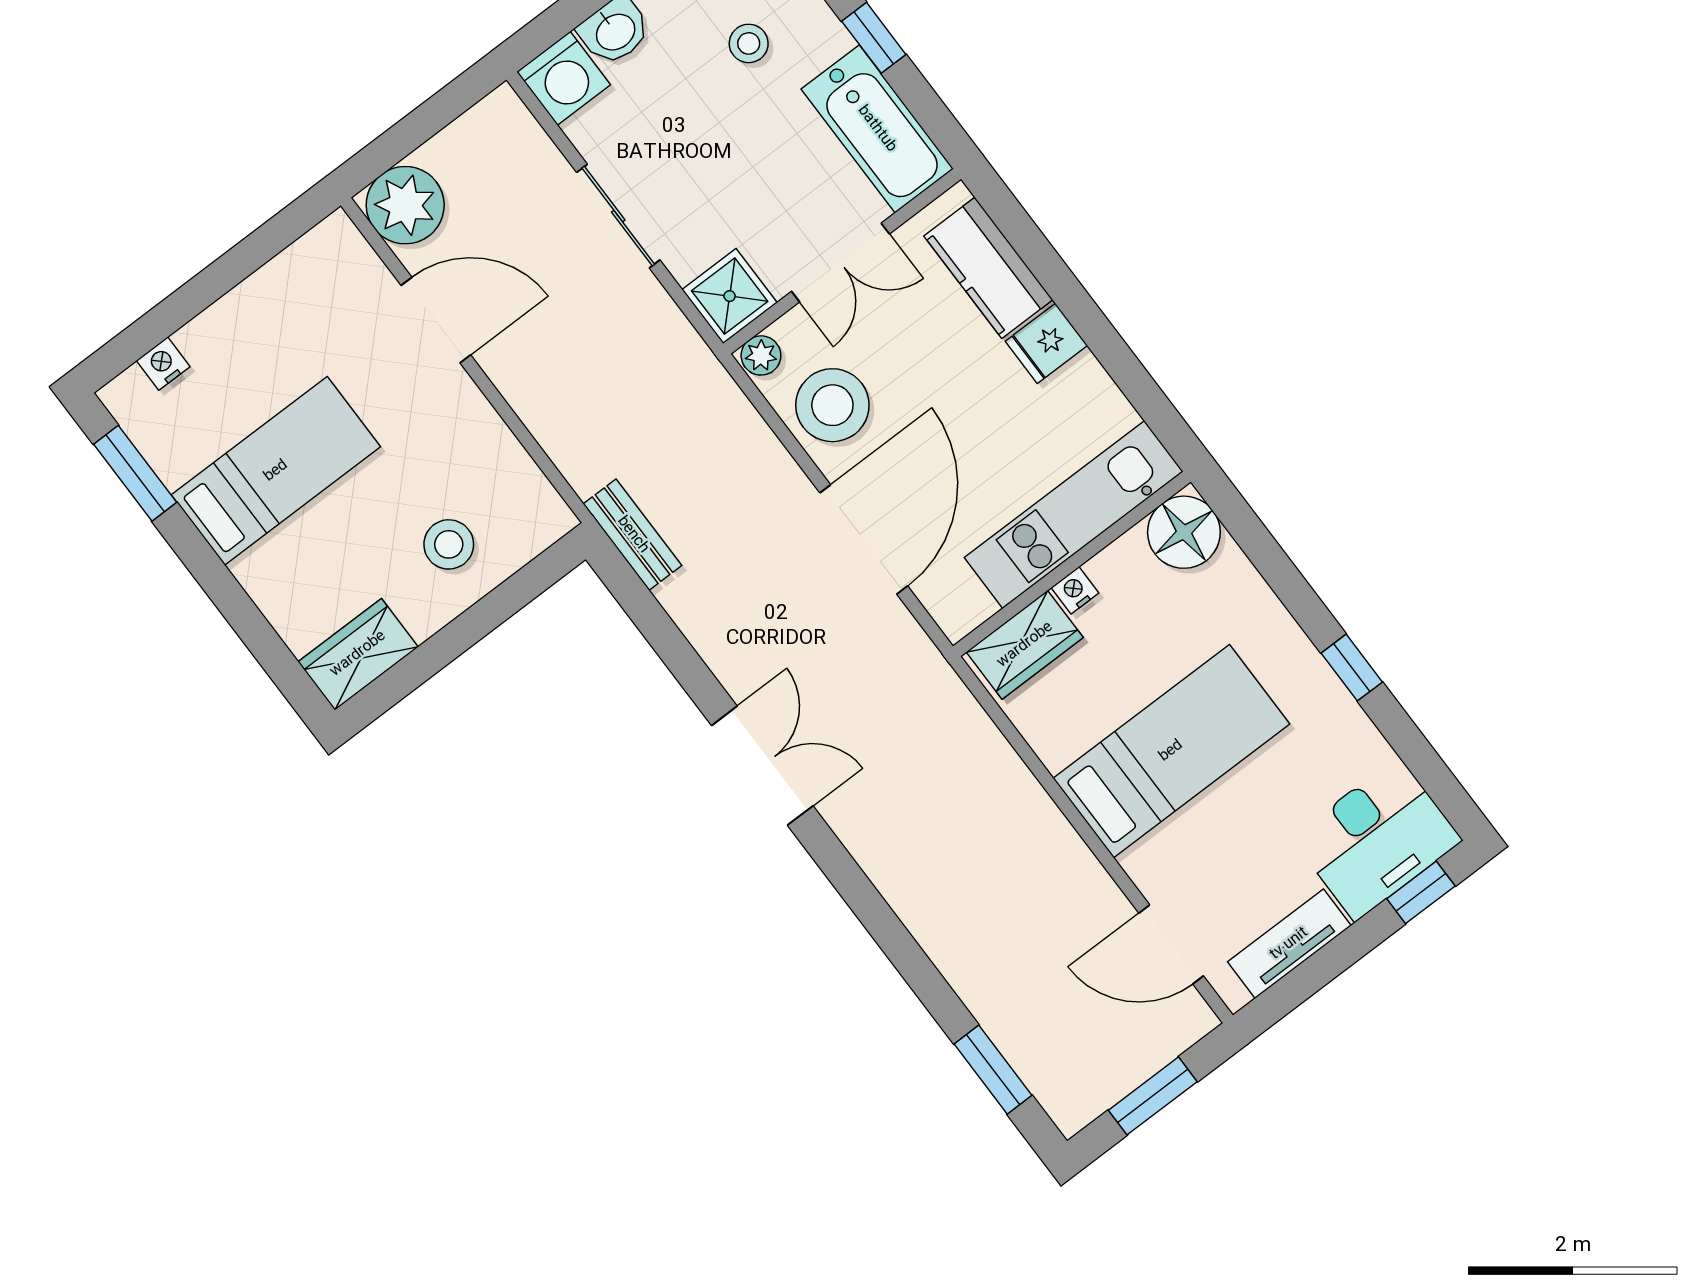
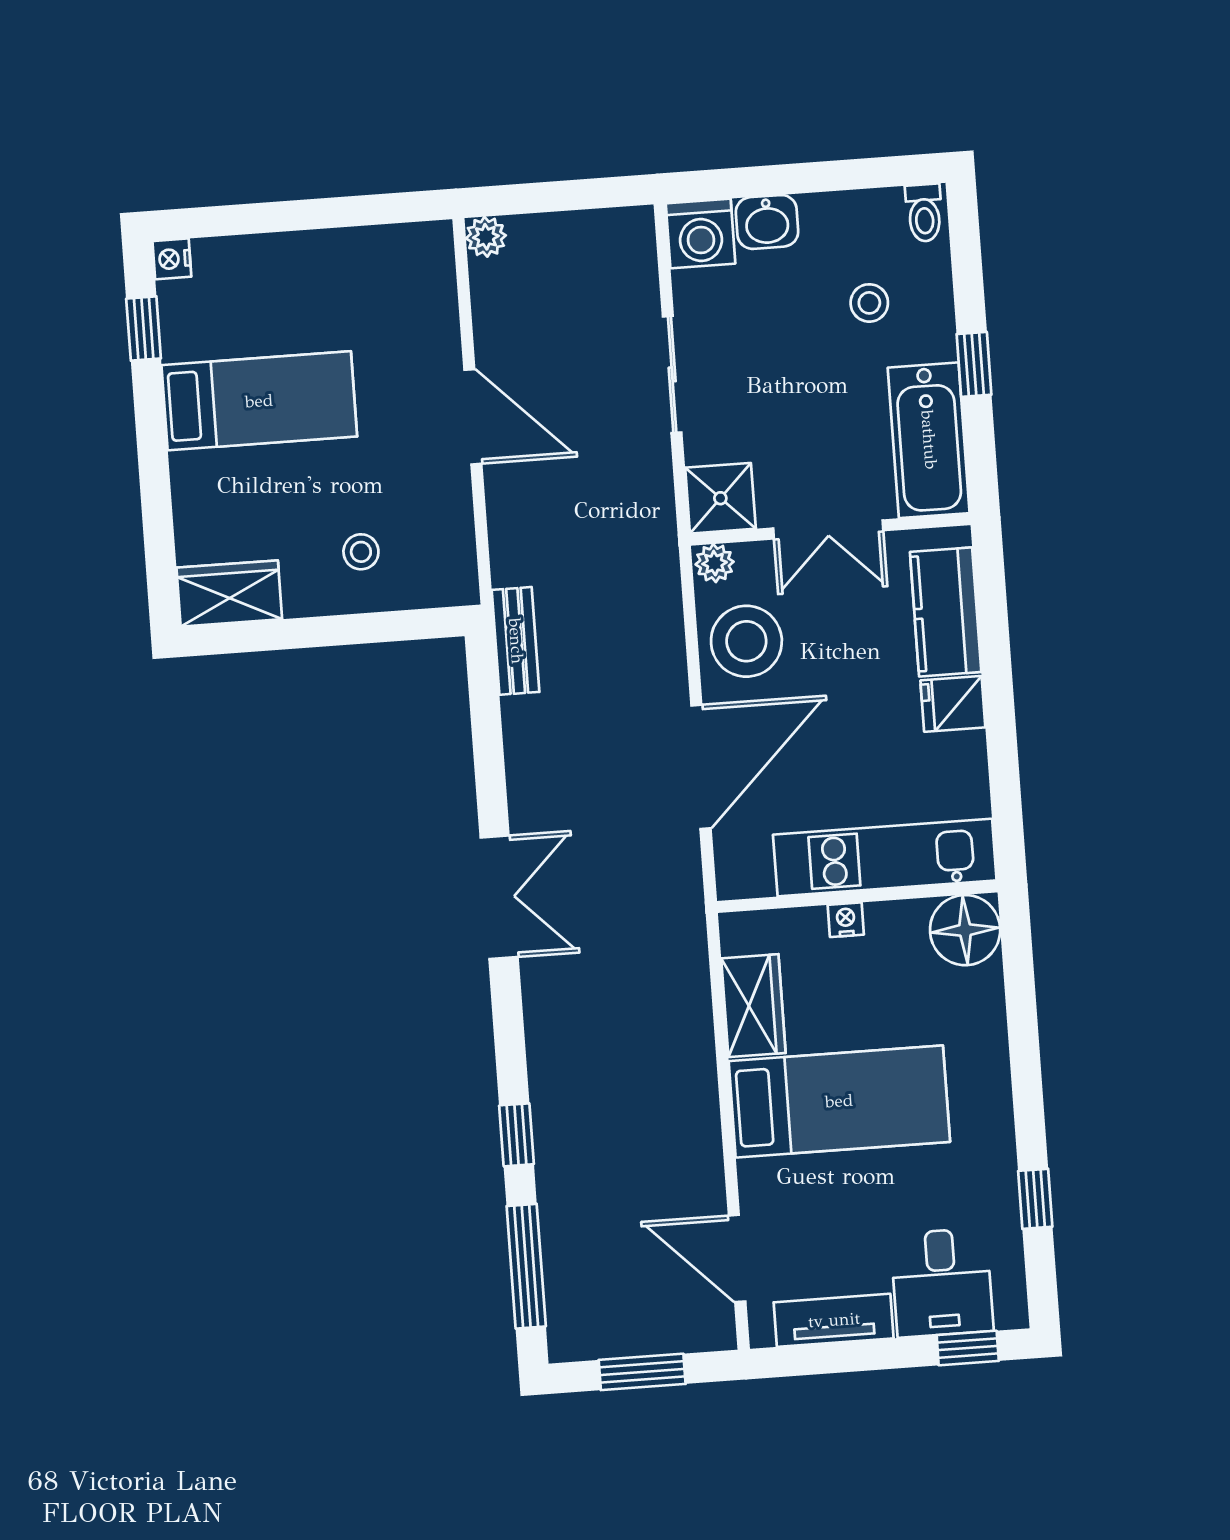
plant: (405, 205) -> (486, 237), width x0.53, depth x0.53
door: (436, 320) -> (473, 417), moved
nightstand: (163, 364) -> (172, 259), moved, turned -90
window: (135, 473) -> (144, 328), width x0.67
stool: (449, 544) -> (361, 552), width x0.73, depth x0.73
wardrobe: (1025, 645) -> (753, 1006), moved, turned -90
window: (1352, 668) -> (1035, 1199), moved
desk: (1377, 839) -> (942, 1283), width x0.73
window: (911, 961) -> (517, 1135), added
window: (993, 1070) -> (526, 1266), width x1.44

